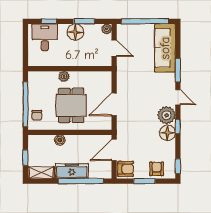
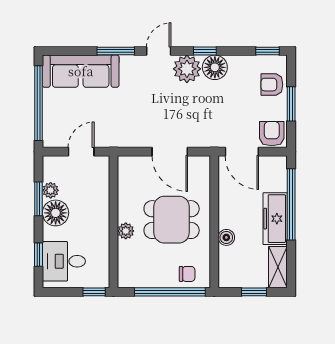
plant: (107, 29) -> (51, 190), moved
window: (25, 56) -> (94, 292), added

